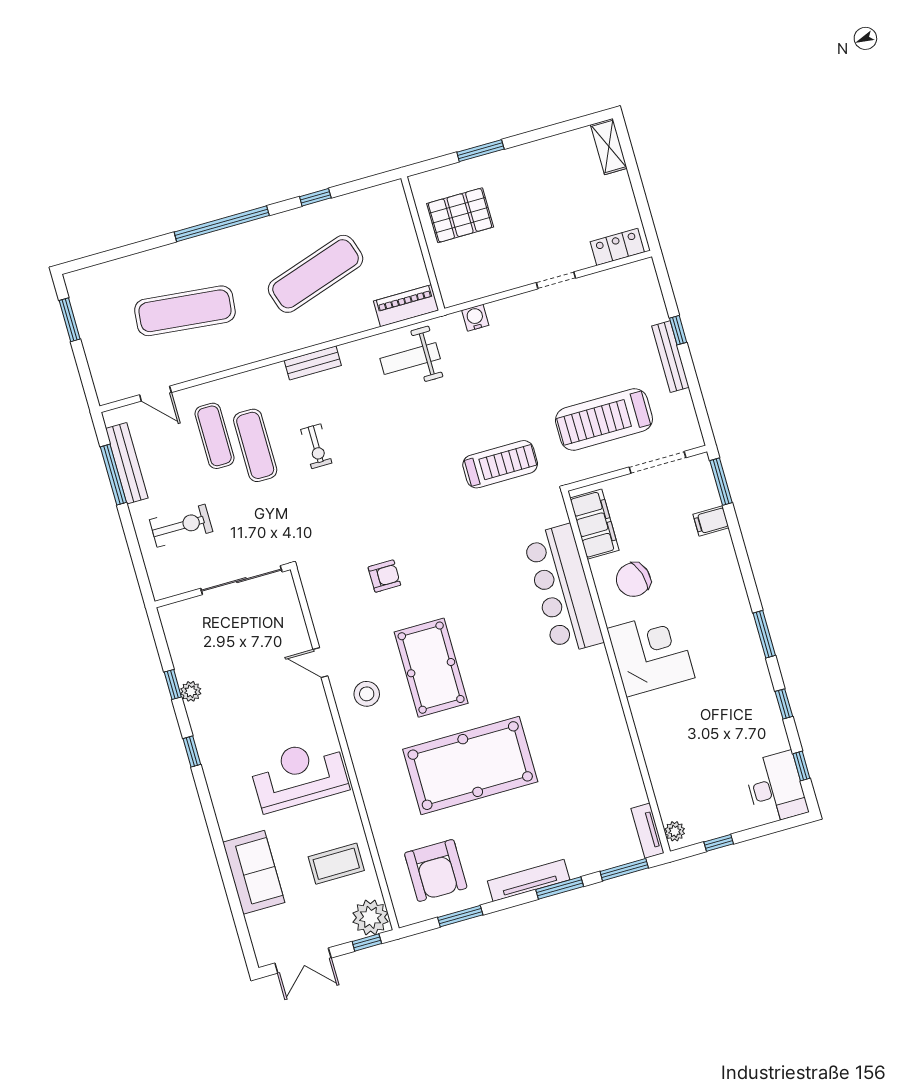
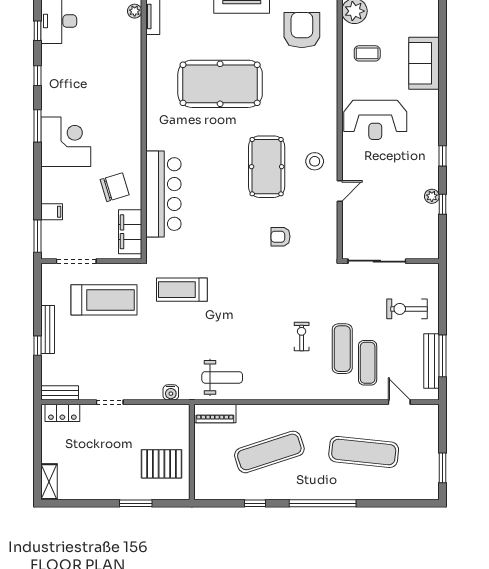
bench: (313, 363) -> (60, 393), moved
corner desk: (651, 653) -> (66, 142), moved, turned 180
door: (320, 663) -> (340, 191), hinge flipped
pool table: (470, 766) -> (220, 84), moved
coffee table: (336, 864) -> (367, 53), width x0.73, depth x0.77

